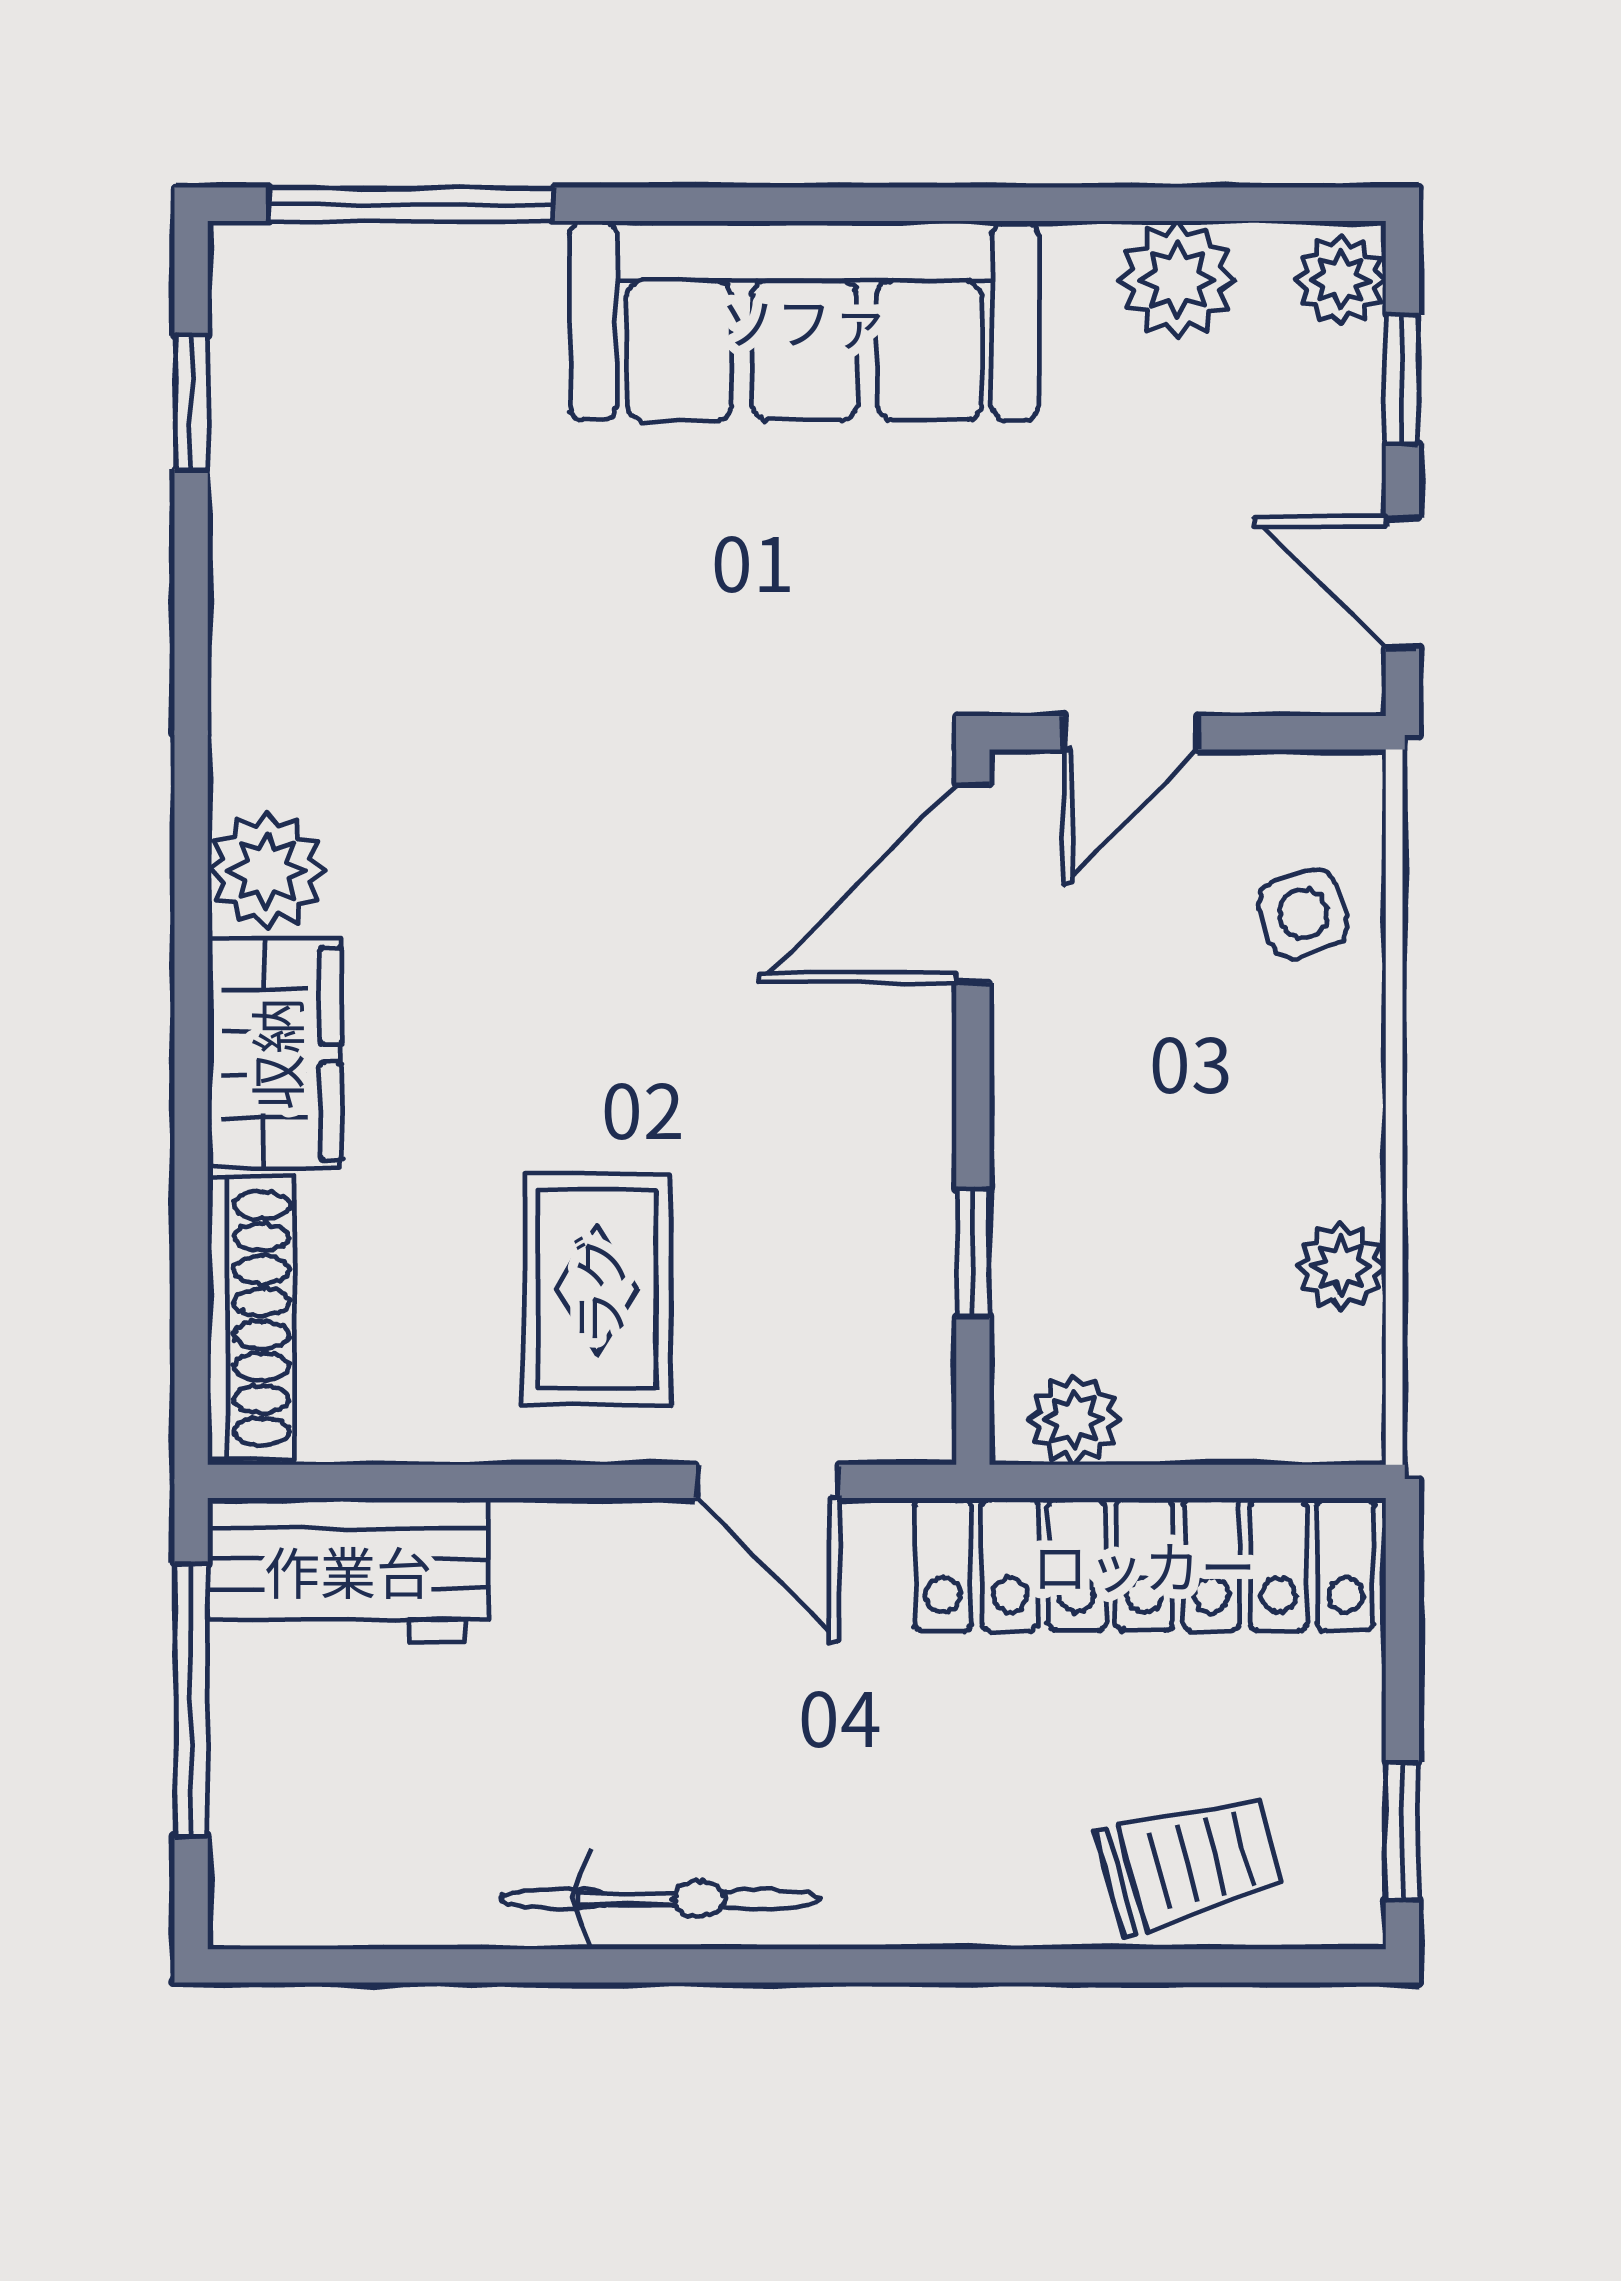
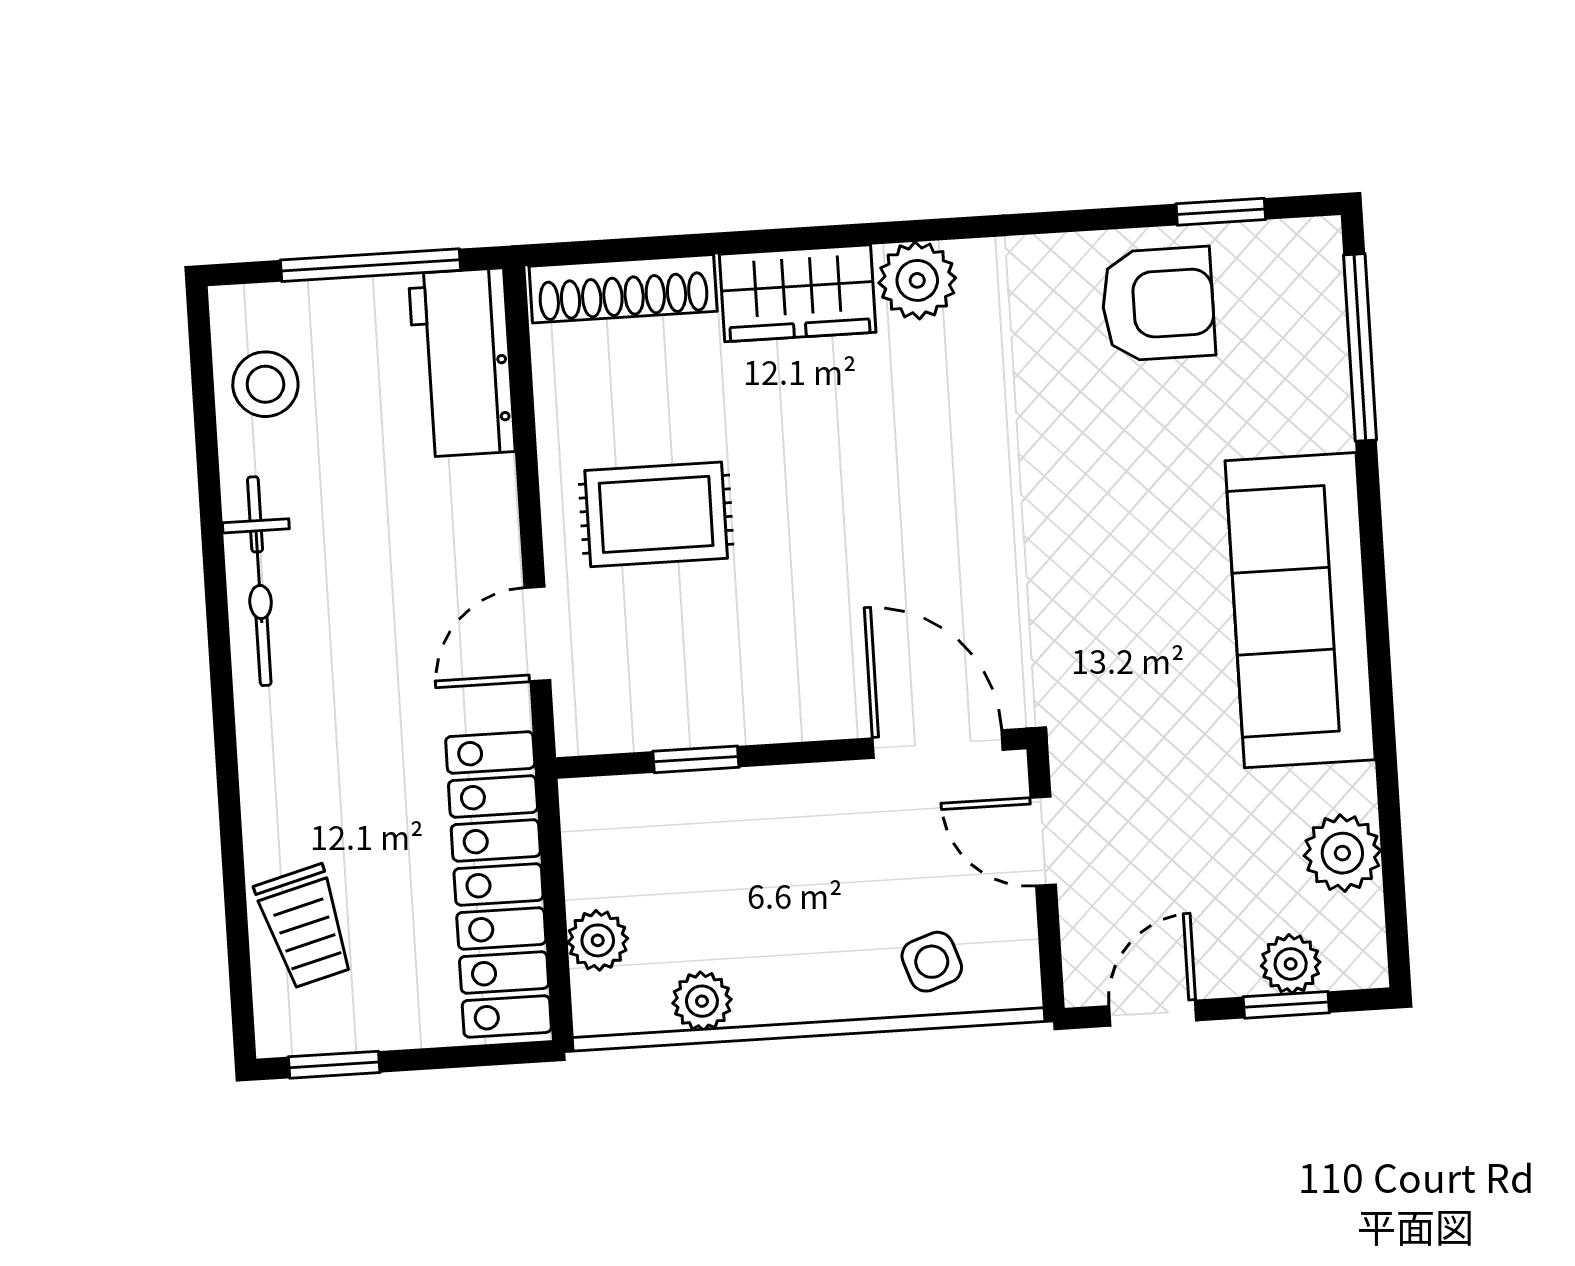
plant: (1341, 280) -> (1291, 964), moved
armchair: (325, 507) -> (1158, 304), added
plant: (1074, 1419) -> (598, 940), moved
stool: (362, 1871) -> (265, 384), added

